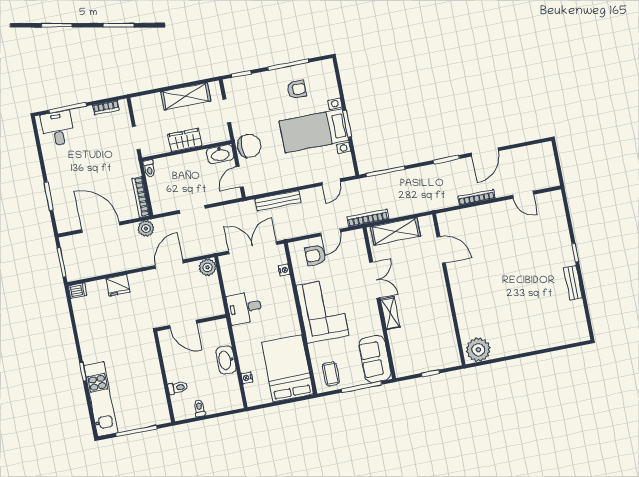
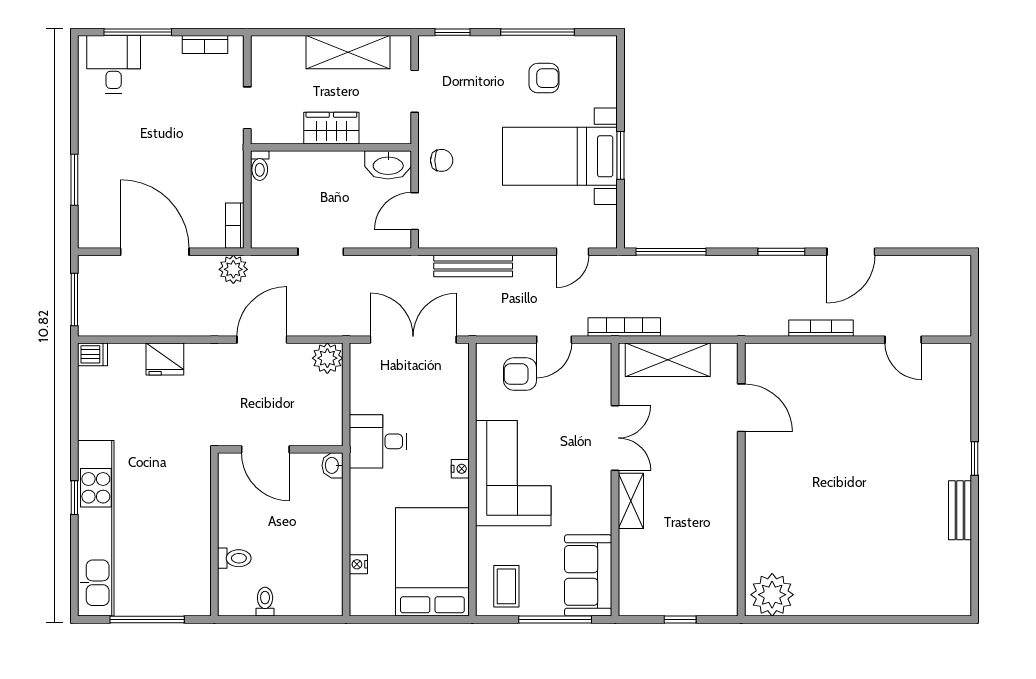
chair: (249, 146) -> (442, 160), width x0.54, depth x0.54
bookcase: (141, 197) -> (235, 226), width x0.64
nightstand: (284, 270) -> (460, 469), moved
washbasin: (226, 360) -> (332, 465), moved, width x0.52, depth x0.69
kitchen unit: (101, 399) -> (96, 528), width x1.36

